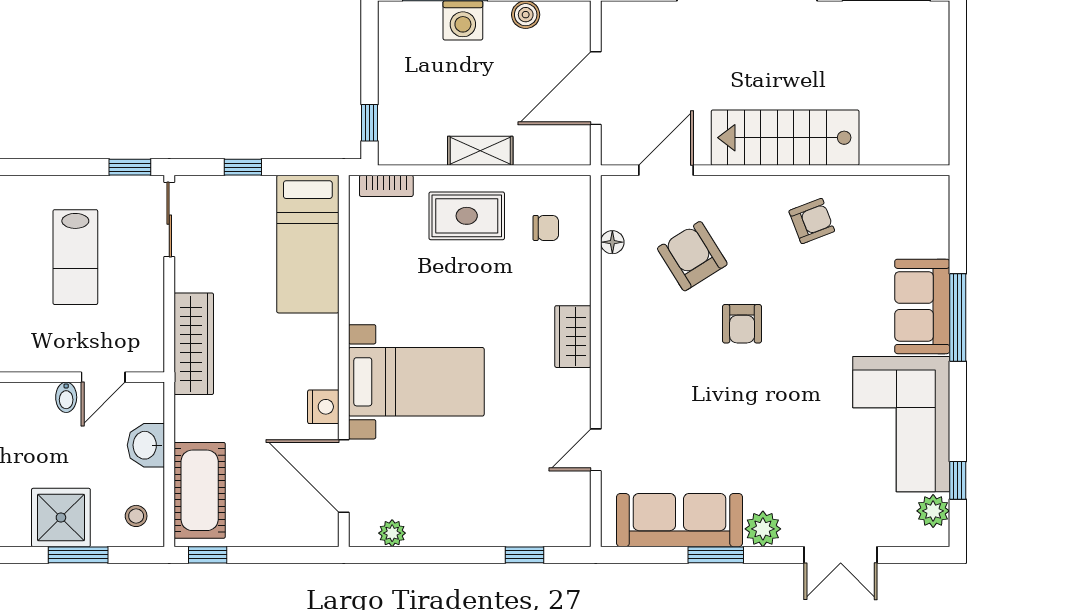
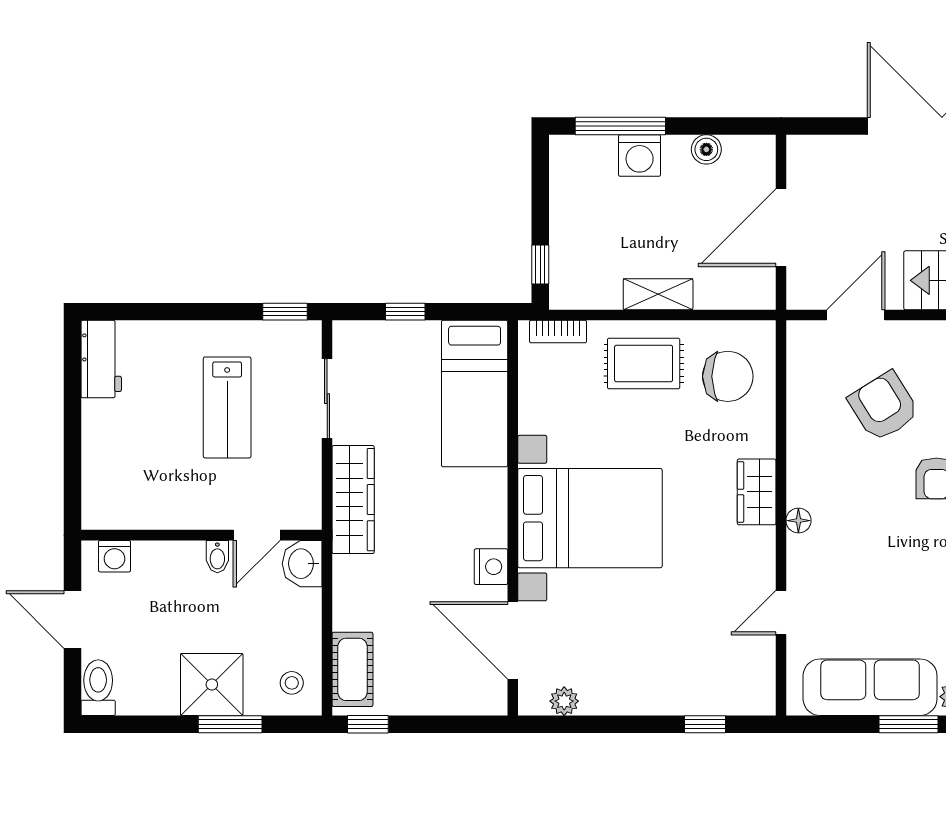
sliding door: (169, 220) -> (327, 399), moved
chair: (546, 228) -> (728, 376), width x1.87, depth x1.87
floor lamp: (612, 242) -> (798, 521), moved
bed with nightstands: (416, 382) -> (590, 518), width x1.36
washbasin: (146, 445) -> (302, 564), moved
cot: (200, 490) -> (352, 669), width x0.73, depth x0.75

